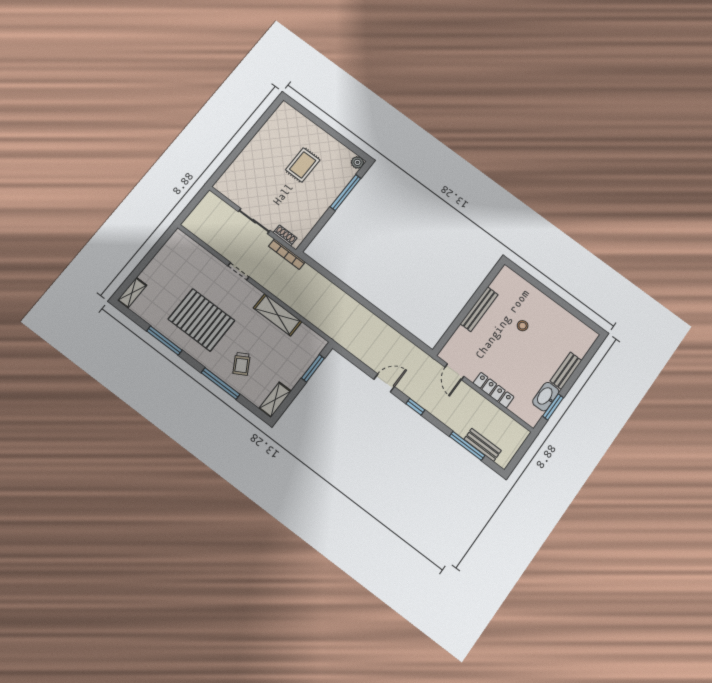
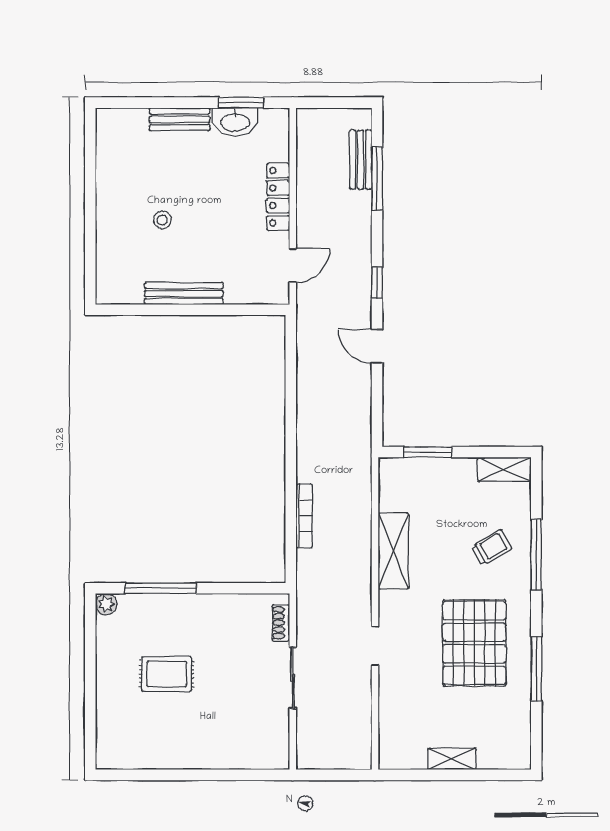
bookcase: (287, 254) -> (304, 516), moved
shelving: (132, 293) -> (452, 759), moved

